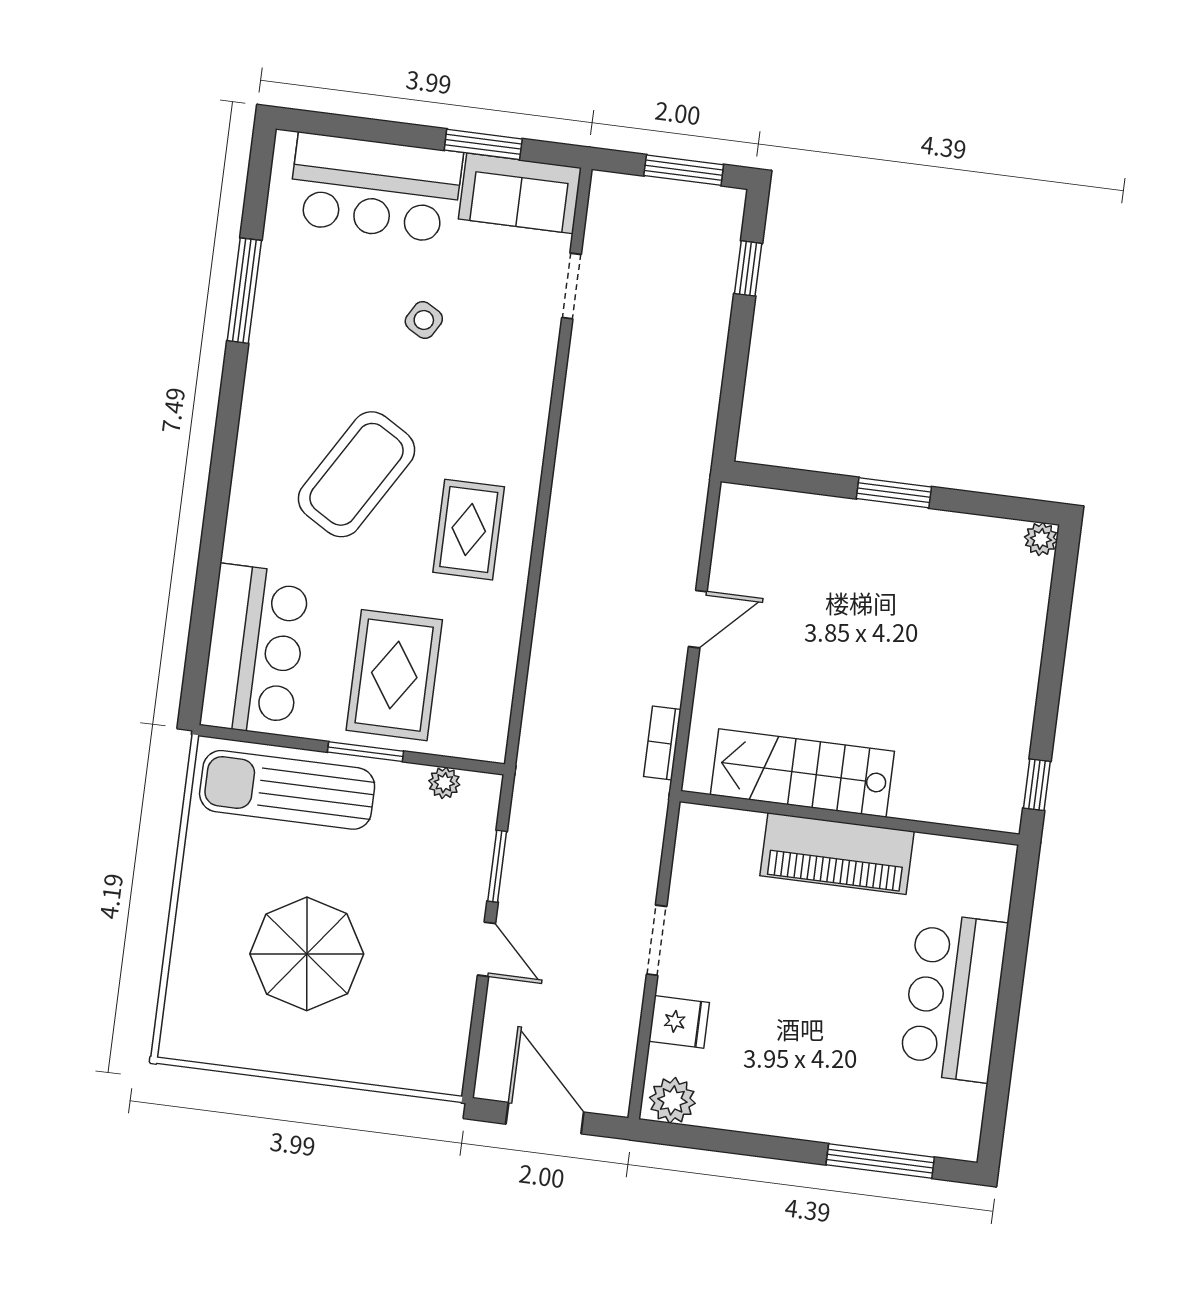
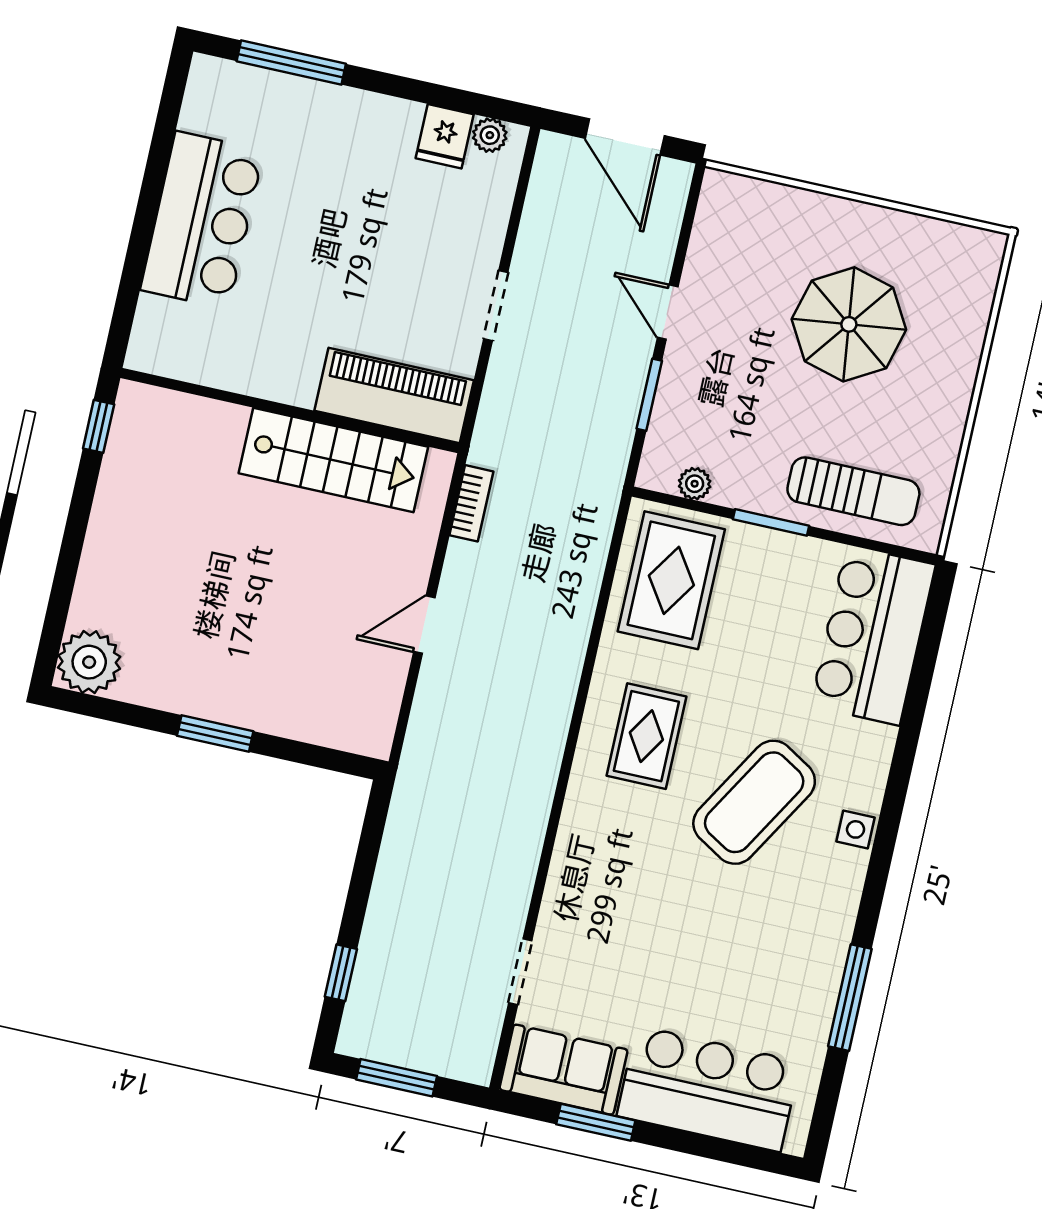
side table: (424, 320) -> (856, 829), moved, turned -30
plant: (1041, 539) -> (89, 662), width x1.88, depth x1.88
rug: (394, 675) -> (671, 580), moved
sun lounger: (287, 790) -> (853, 491), width x0.73, depth x0.75
piano: (837, 854) -> (394, 395), moved
fridge: (679, 1022) -> (445, 136), moved, turned -90
plant: (672, 1100) -> (490, 135), width x0.73, depth x0.73

